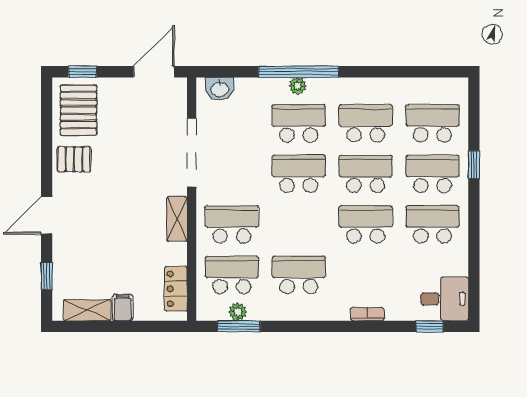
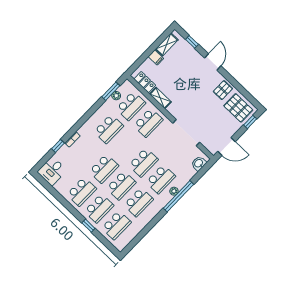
door: (154, 72) -> (226, 147), hinge flipped
shelving: (177, 219) -> (160, 98), moved
window: (430, 326) -> (58, 146), moved

